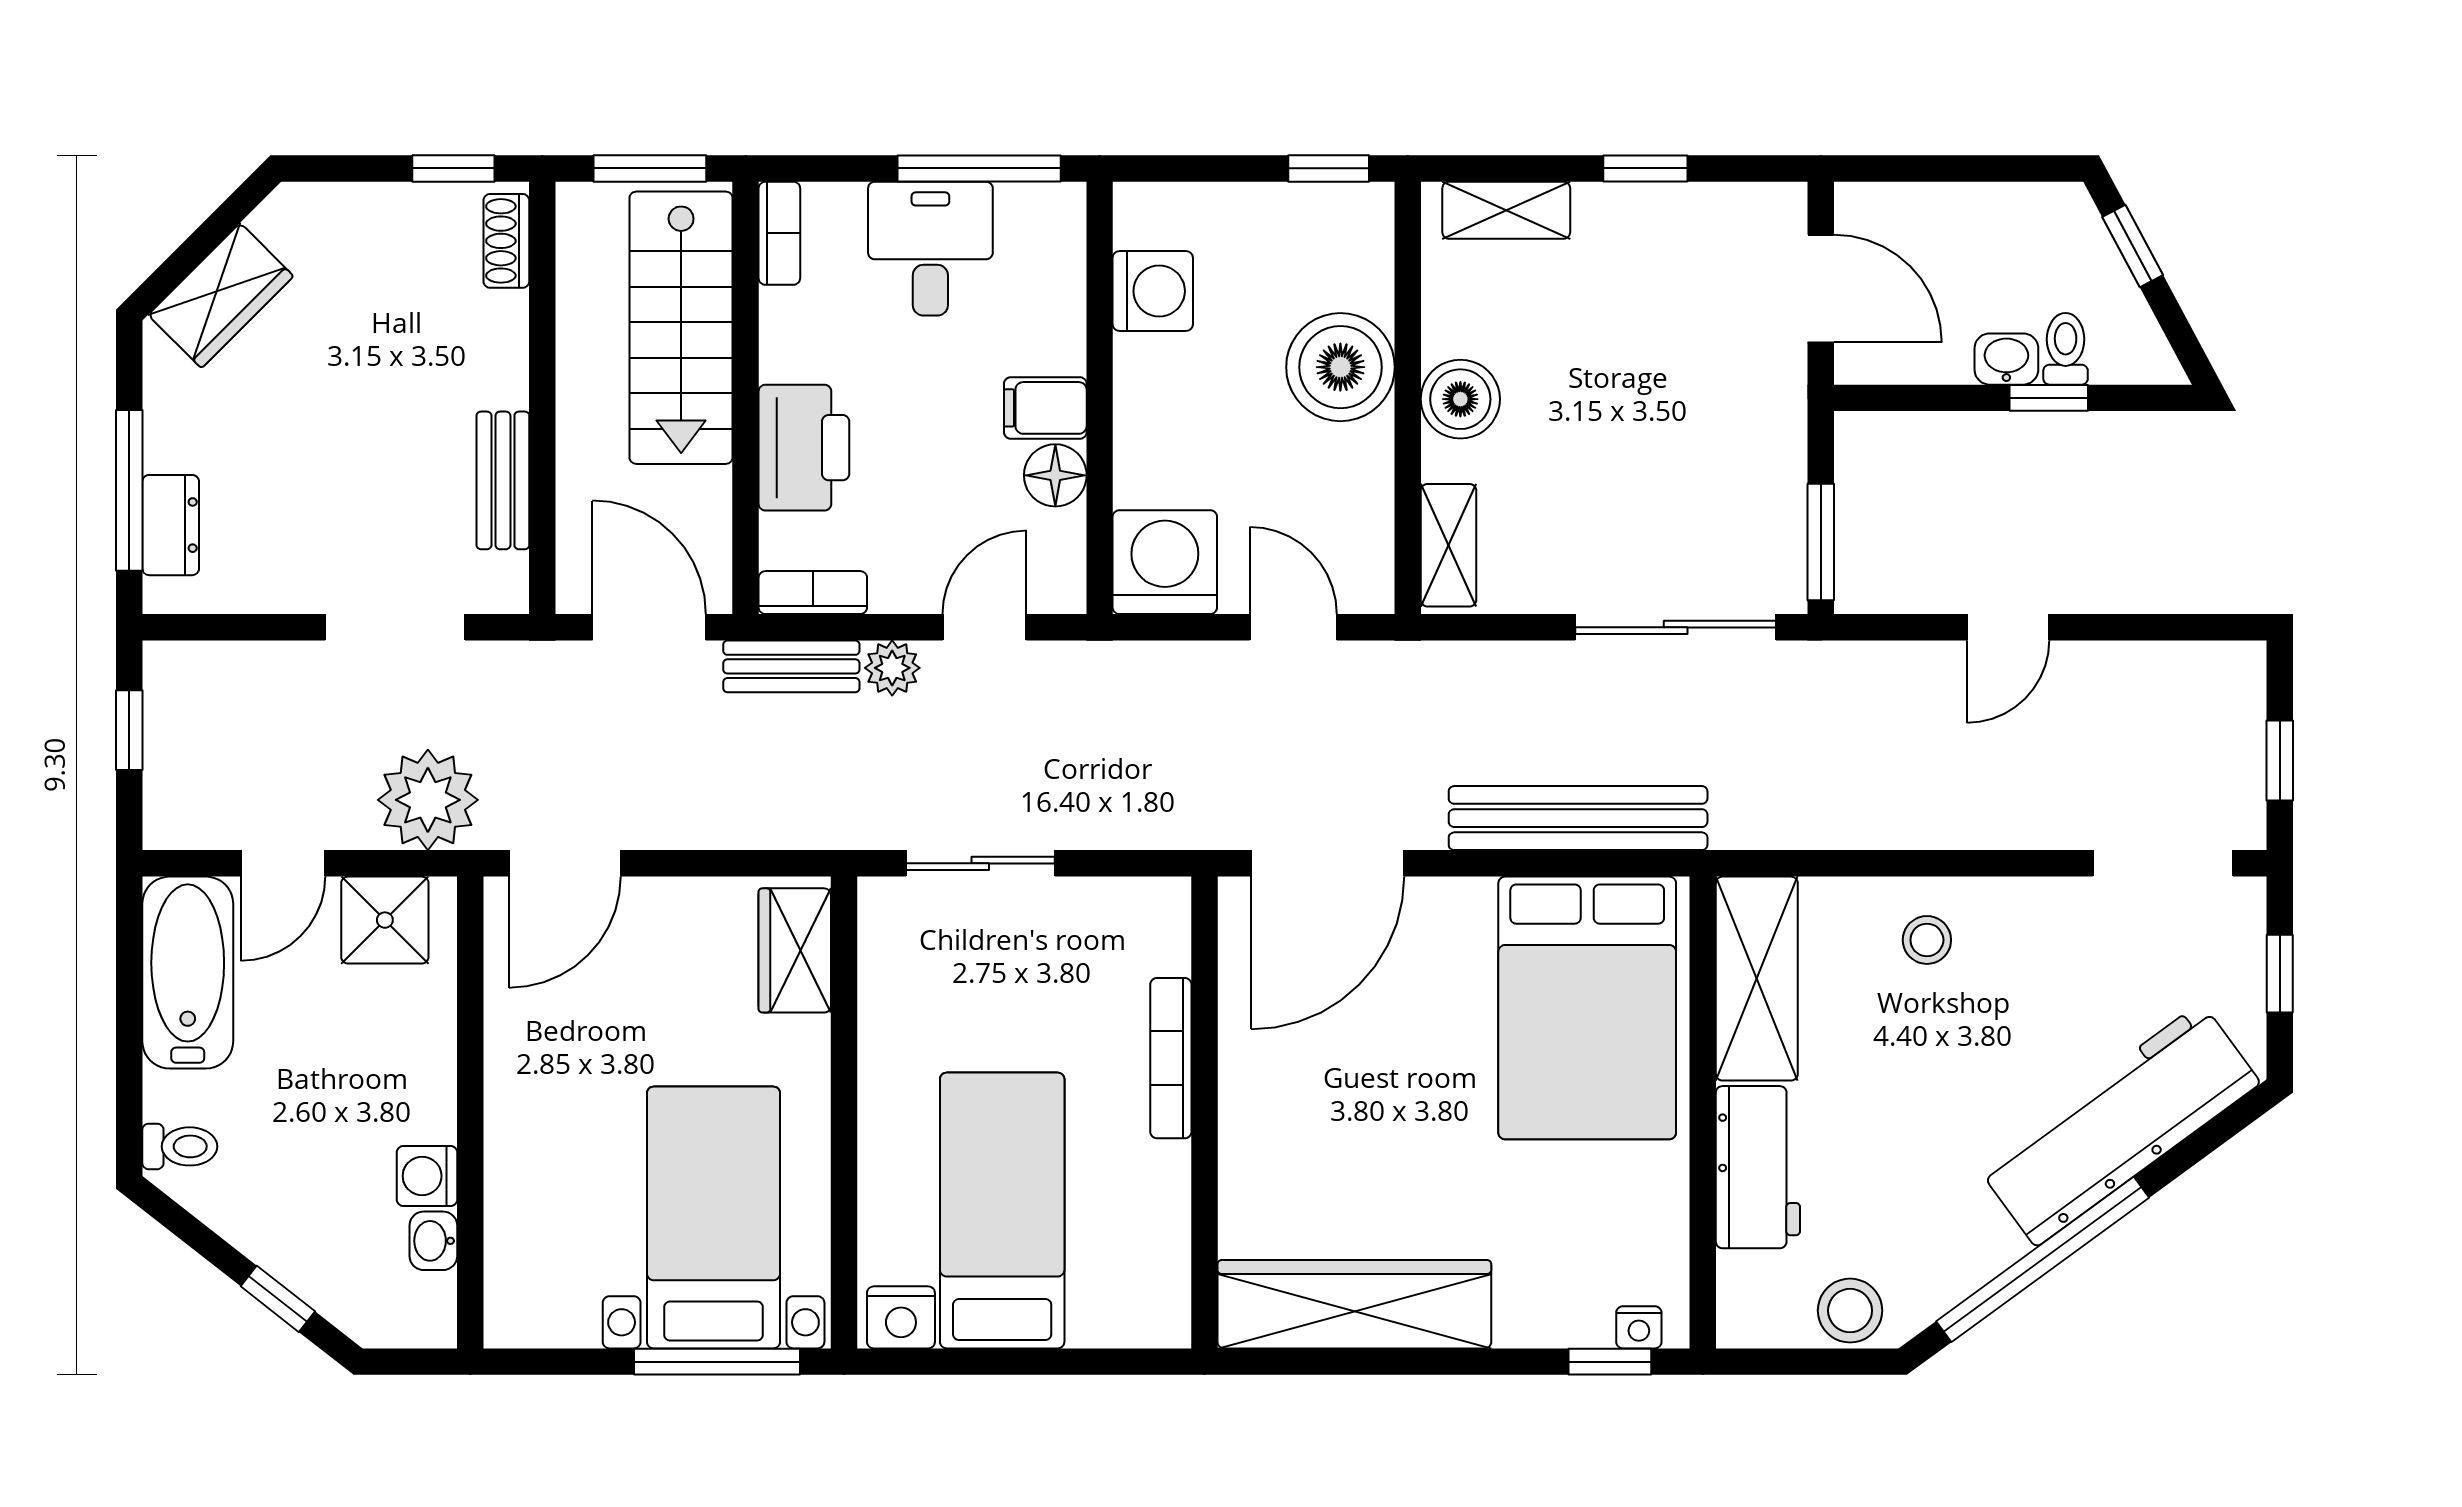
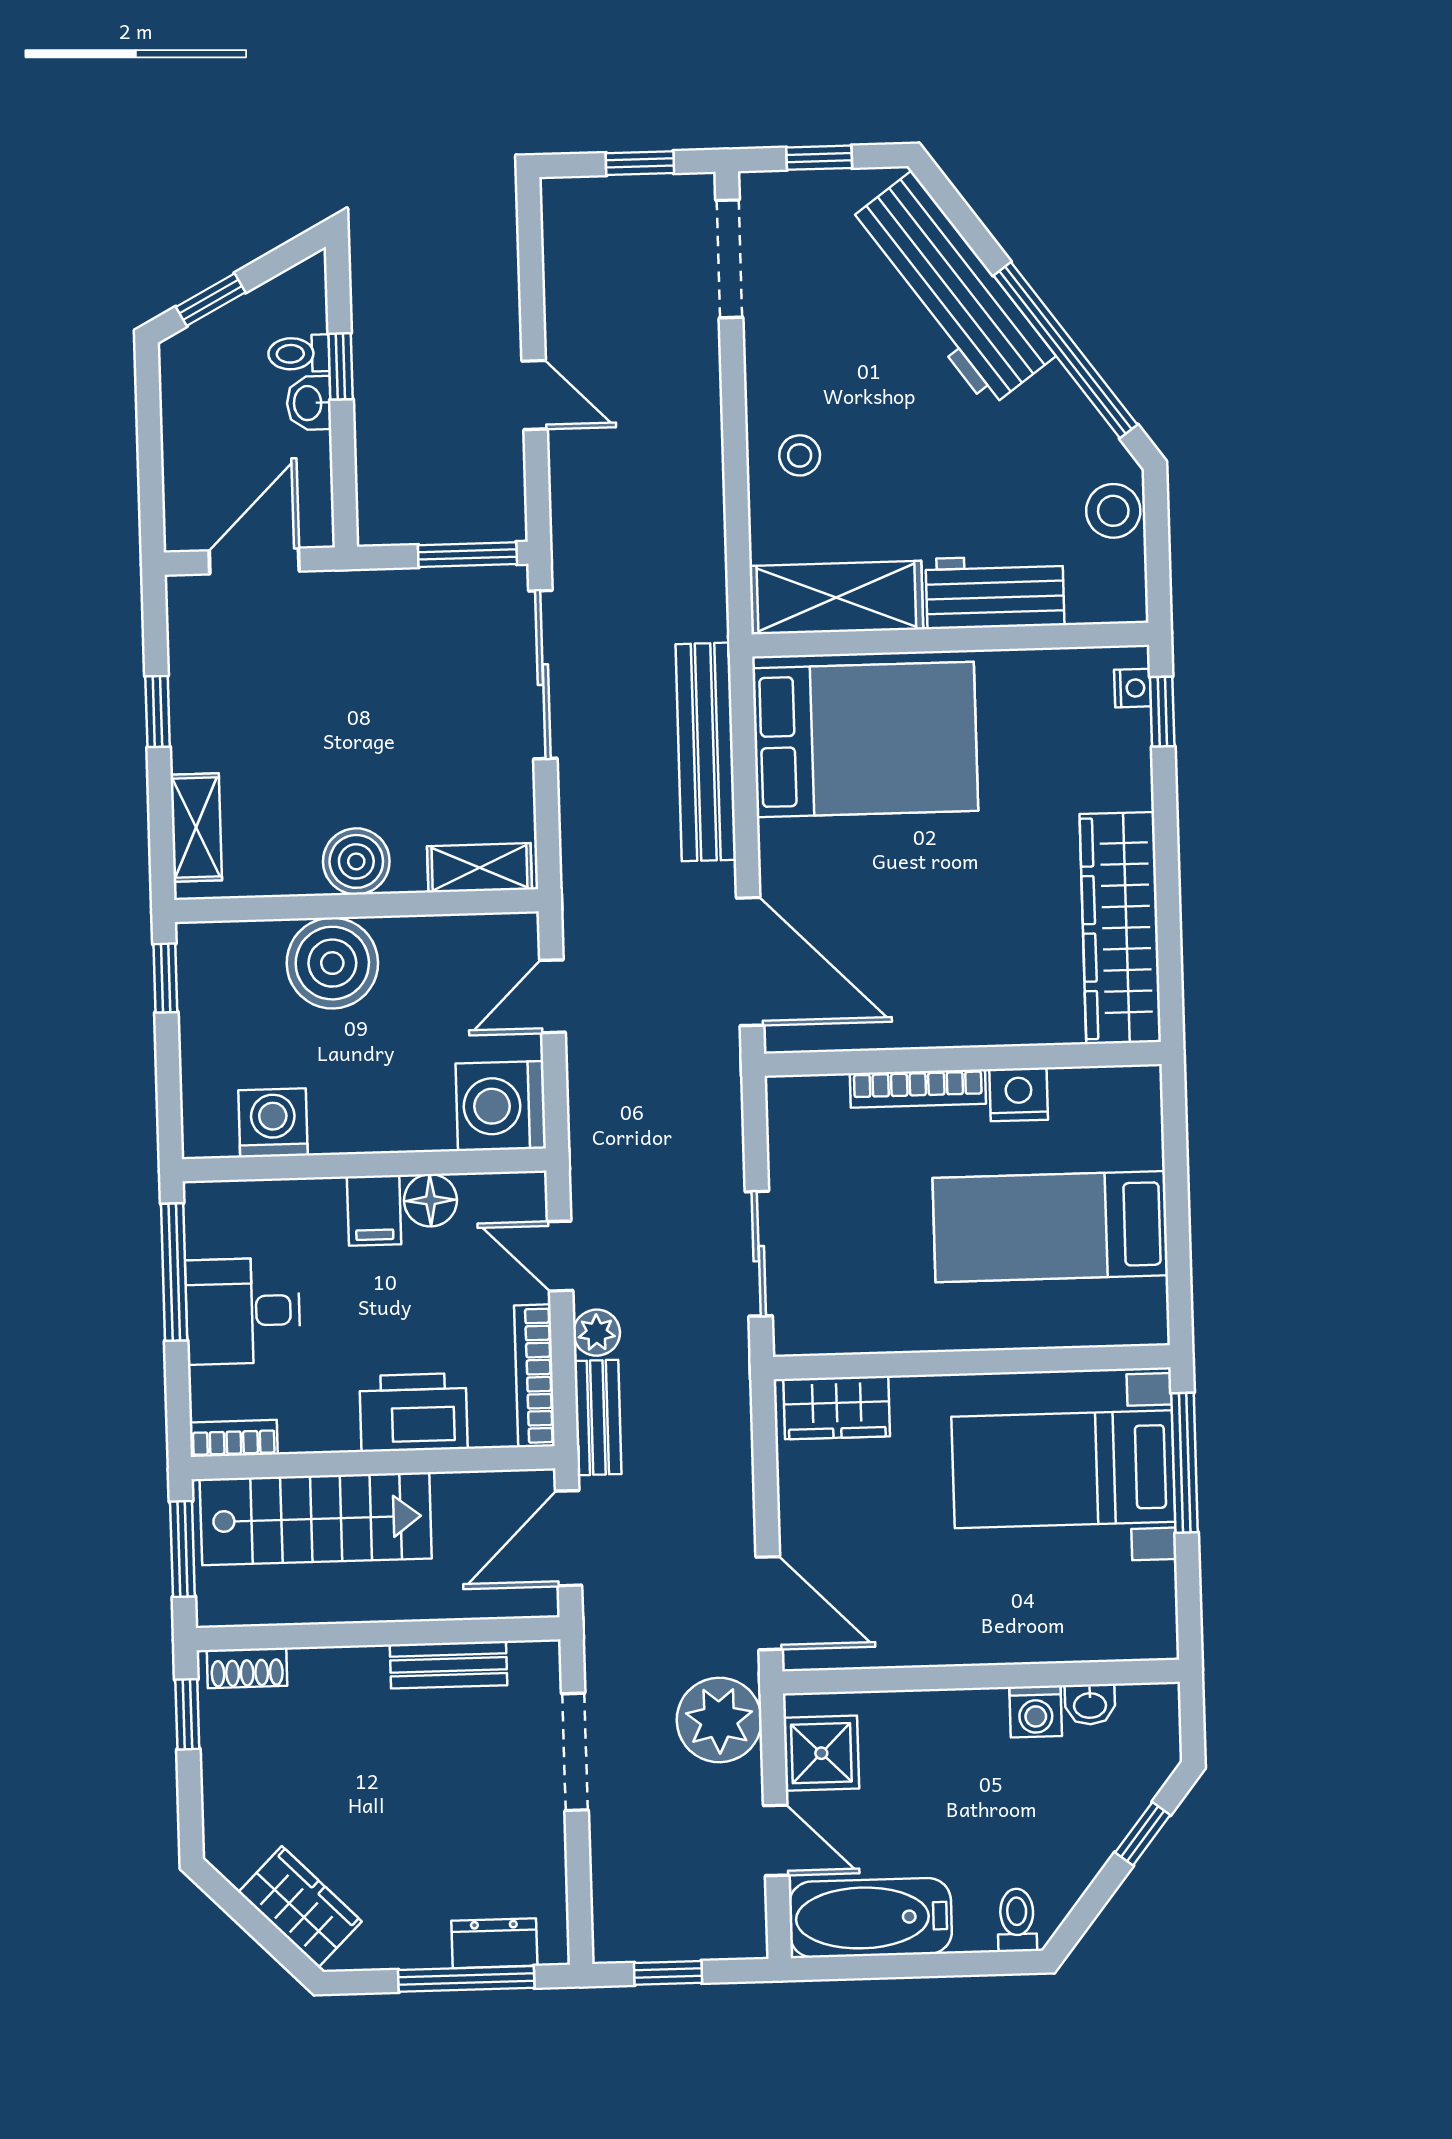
bookcase: (813, 593) -> (534, 1376), width x1.56
nightstand: (901, 1317) -> (1019, 1094), moved, turned -90

